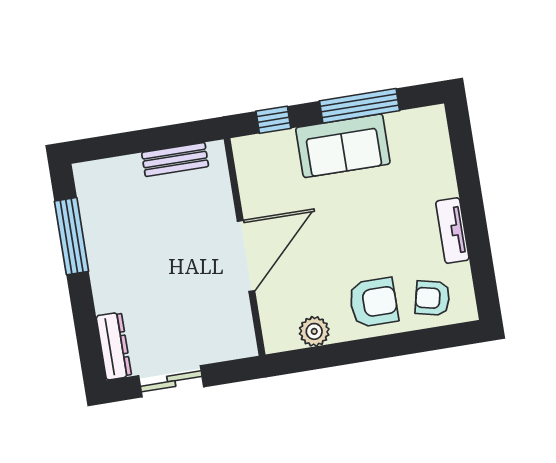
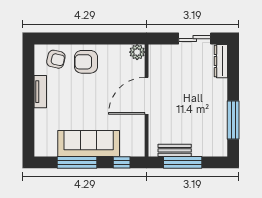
window: (156, 139) -> (183, 162), added
sofa: (343, 146) -> (89, 144), width x1.36
plant: (314, 331) -> (137, 52), moved

